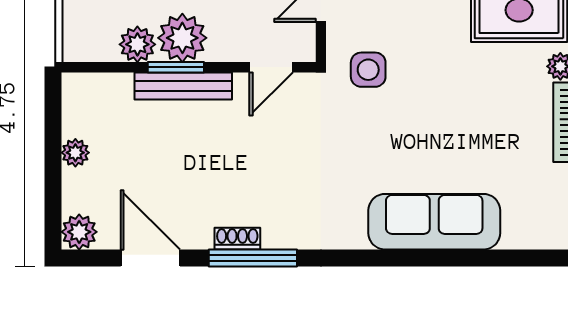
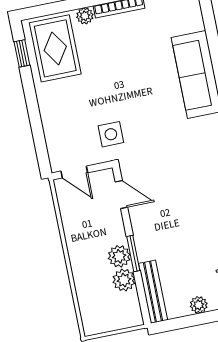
plant: (182, 38) -> (119, 256), width x0.73, depth x0.73
bench: (183, 86) -> (153, 292), moved

